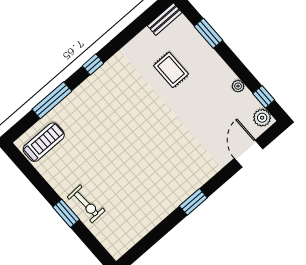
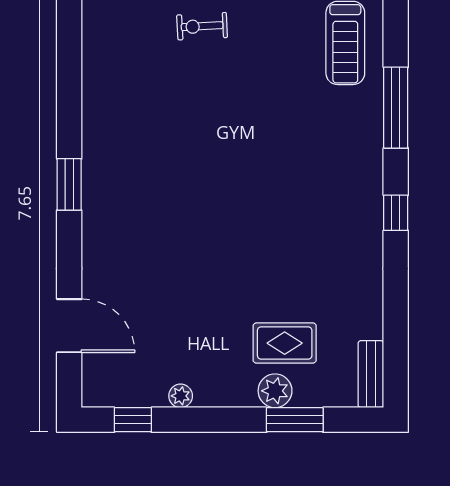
rug: (171, 70) -> (285, 343), moved
plant: (262, 118) -> (275, 391), moved
exercise bike: (86, 204) -> (202, 26), width x0.73, depth x0.72

